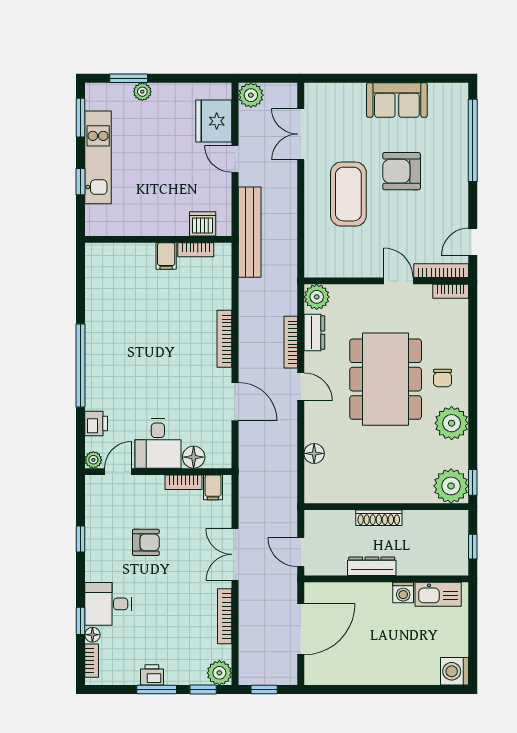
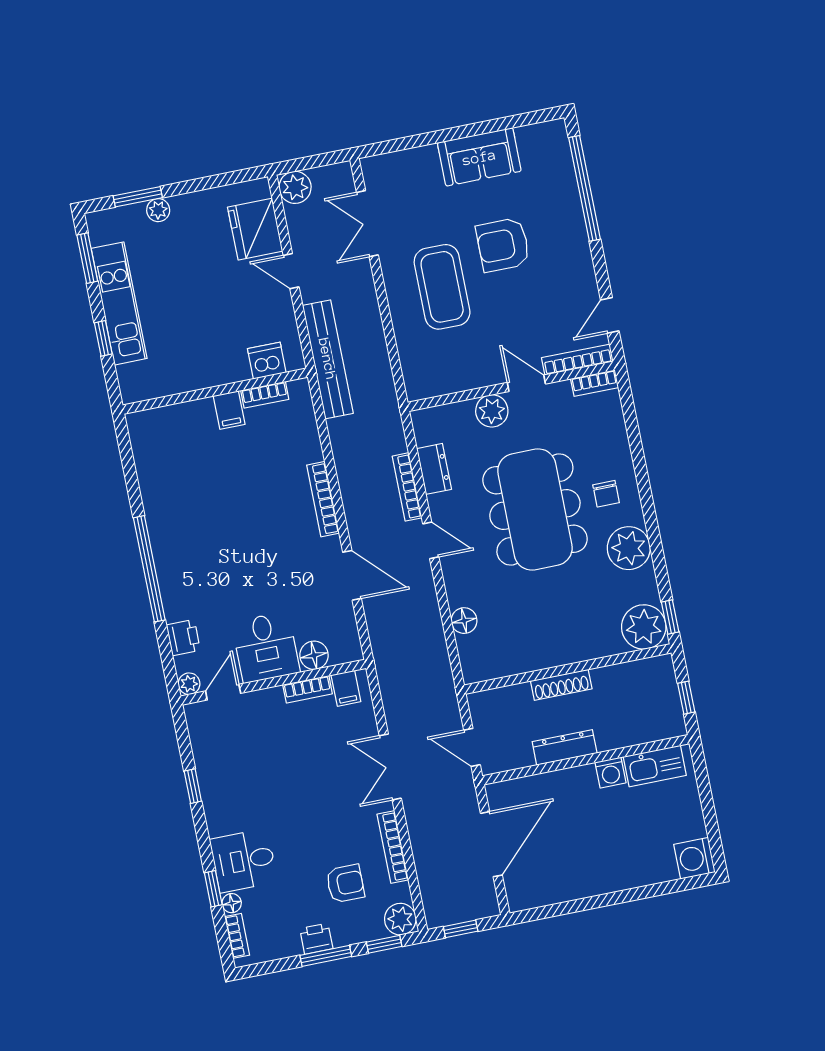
plant: (317, 297) -> (492, 411), moved
armchair: (146, 542) -> (345, 884), moved

